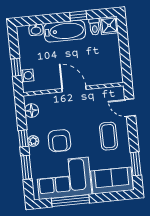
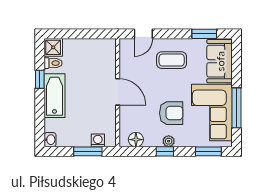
washbasin: (36, 30) -> (50, 140), moved
window: (16, 67) -> (88, 151), width x1.50
door: (74, 89) -> (118, 92), swing flipped
window: (26, 167) -> (208, 151), moved

